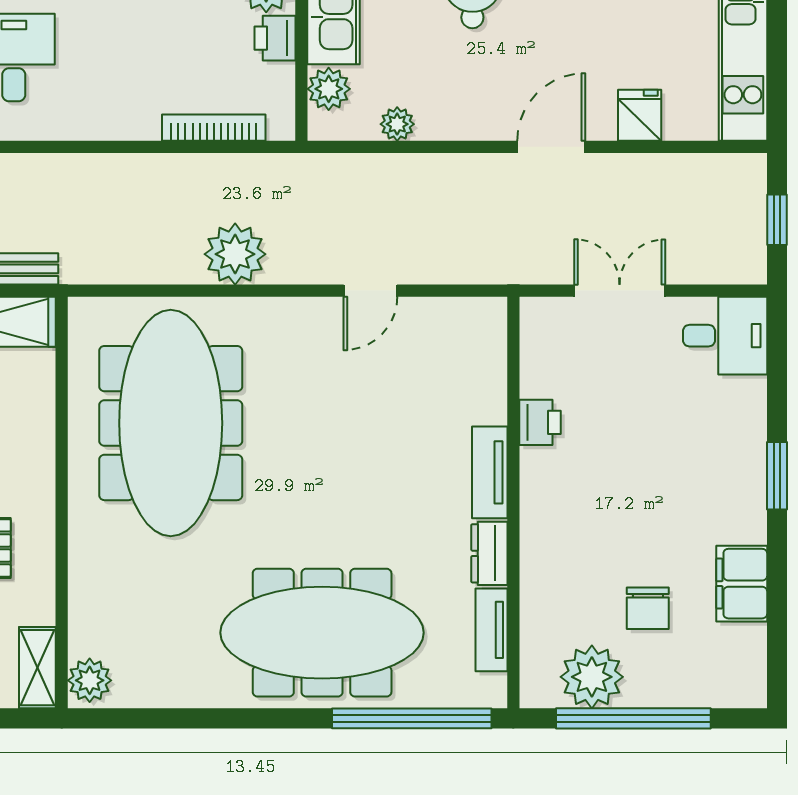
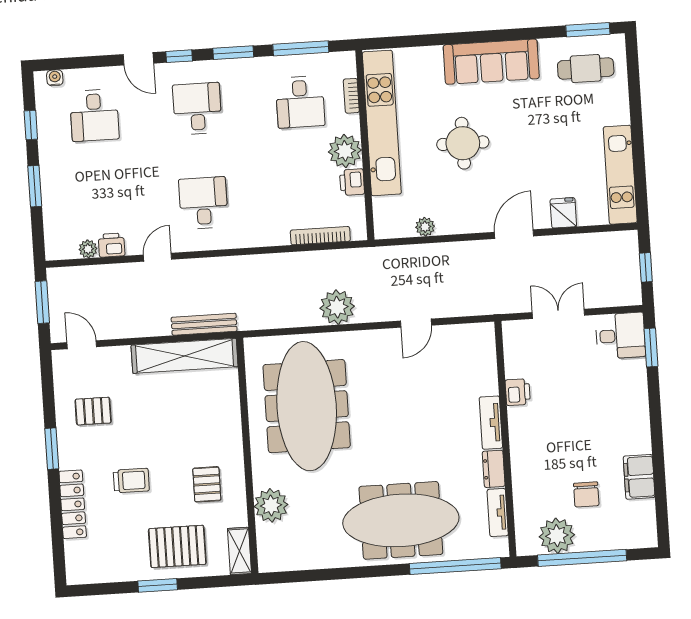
plant: (329, 89) -> (385, 209), removed
window: (777, 476) -> (651, 347), moved
plant: (90, 680) -> (271, 505), moved, width x1.36, depth x1.36

